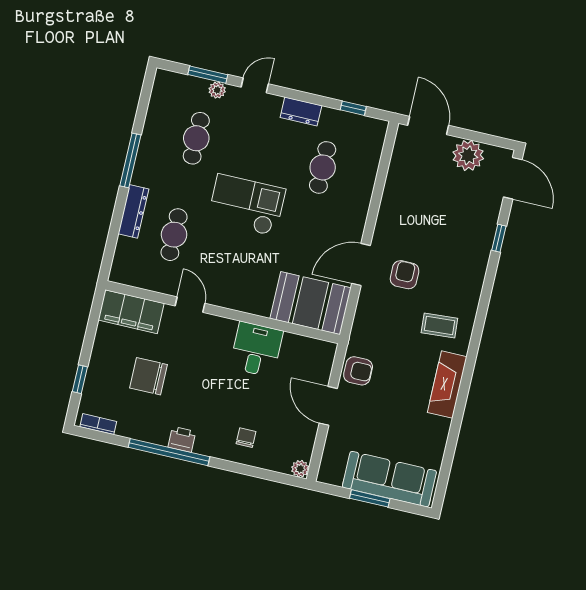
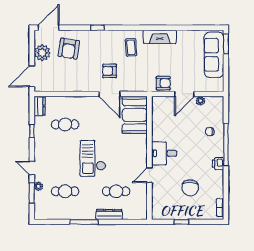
window: (353, 108) -> (32, 131), moved
dresser: (301, 112) -> (40, 106), moved
armchair: (465, 207) -> (69, 48), added
window: (499, 238) -> (97, 28), moved
filing cabinet: (131, 312) -> (160, 204), removed
desk: (256, 349) -> (164, 153), moved
armchair: (358, 371) -> (163, 83), turned 90
window: (80, 379) -> (181, 222), moved
window: (169, 452) -> (226, 144), moved
plant: (300, 469) -> (200, 101), moved
window: (370, 498) -> (226, 44), moved

